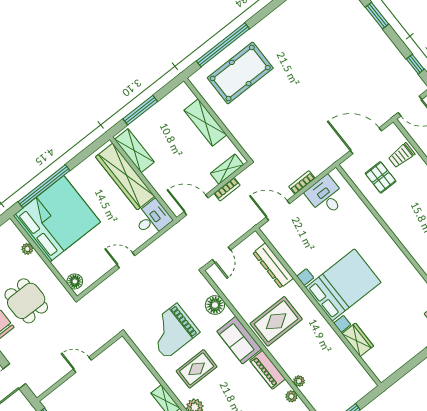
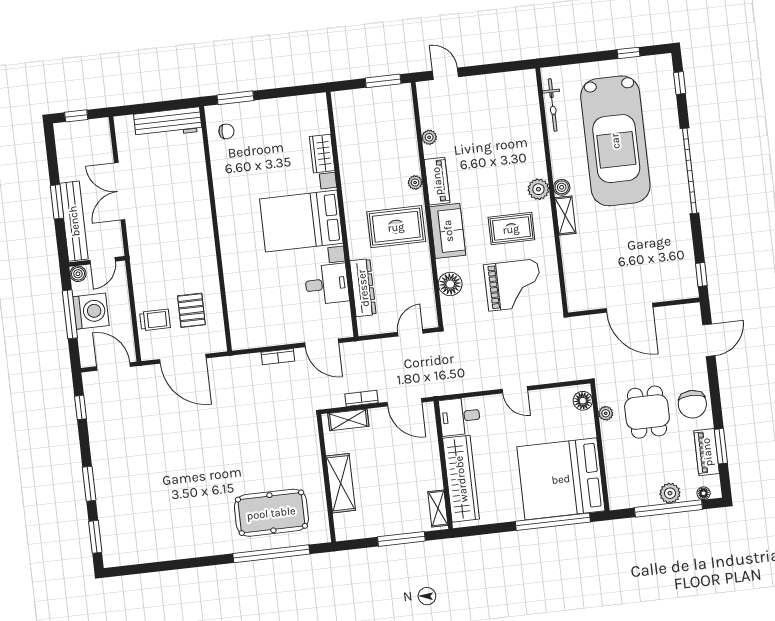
shelving: (134, 151) -> (438, 509), width x0.67, depth x0.75
desk: (326, 196) -> (327, 284), moved, turned -90
plant: (27, 249) -> (606, 413), moved
door: (82, 365) -> (629, 308), width x1.87
plant: (299, 381) -> (415, 183), moved

